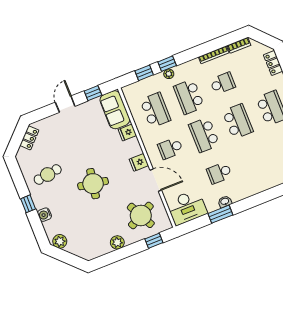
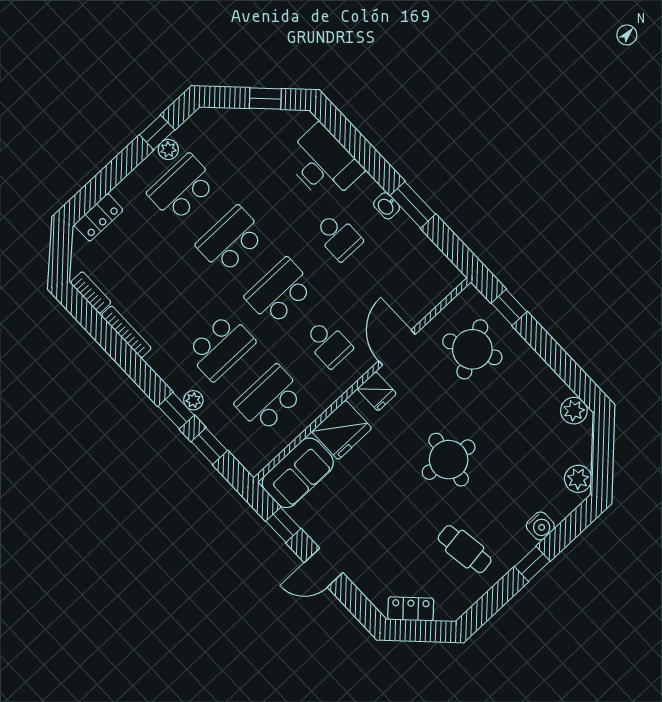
school desk: (223, 83) -> (172, 295), removed
fridge: (127, 132) -> (342, 430), width x1.88, depth x1.34
school desk: (204, 135) -> (279, 292), turned 180
desk: (187, 207) -> (323, 164), moved
plant: (117, 242) -> (574, 411), moved

